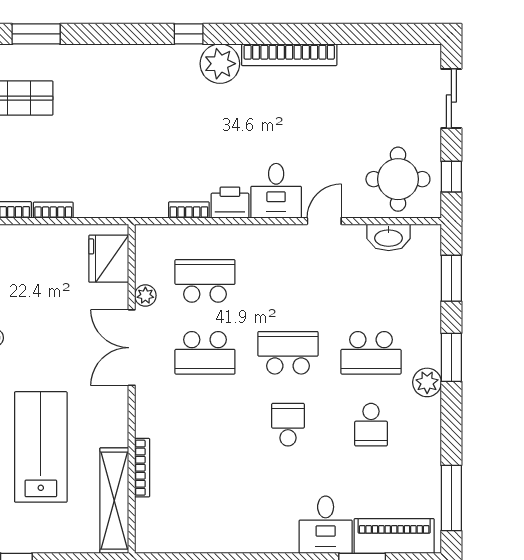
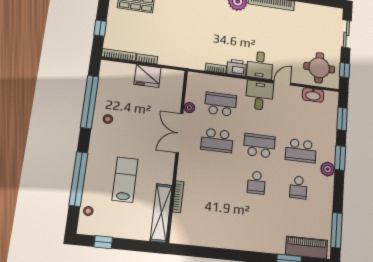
fridge: (109, 259) -> (148, 76), moved, turned -90
school desk: (288, 425) -> (256, 183), turned 180
lab bench: (41, 447) -> (125, 180), width x0.73, depth x0.72
desk: (326, 525) -> (260, 95), moved, turned 180

